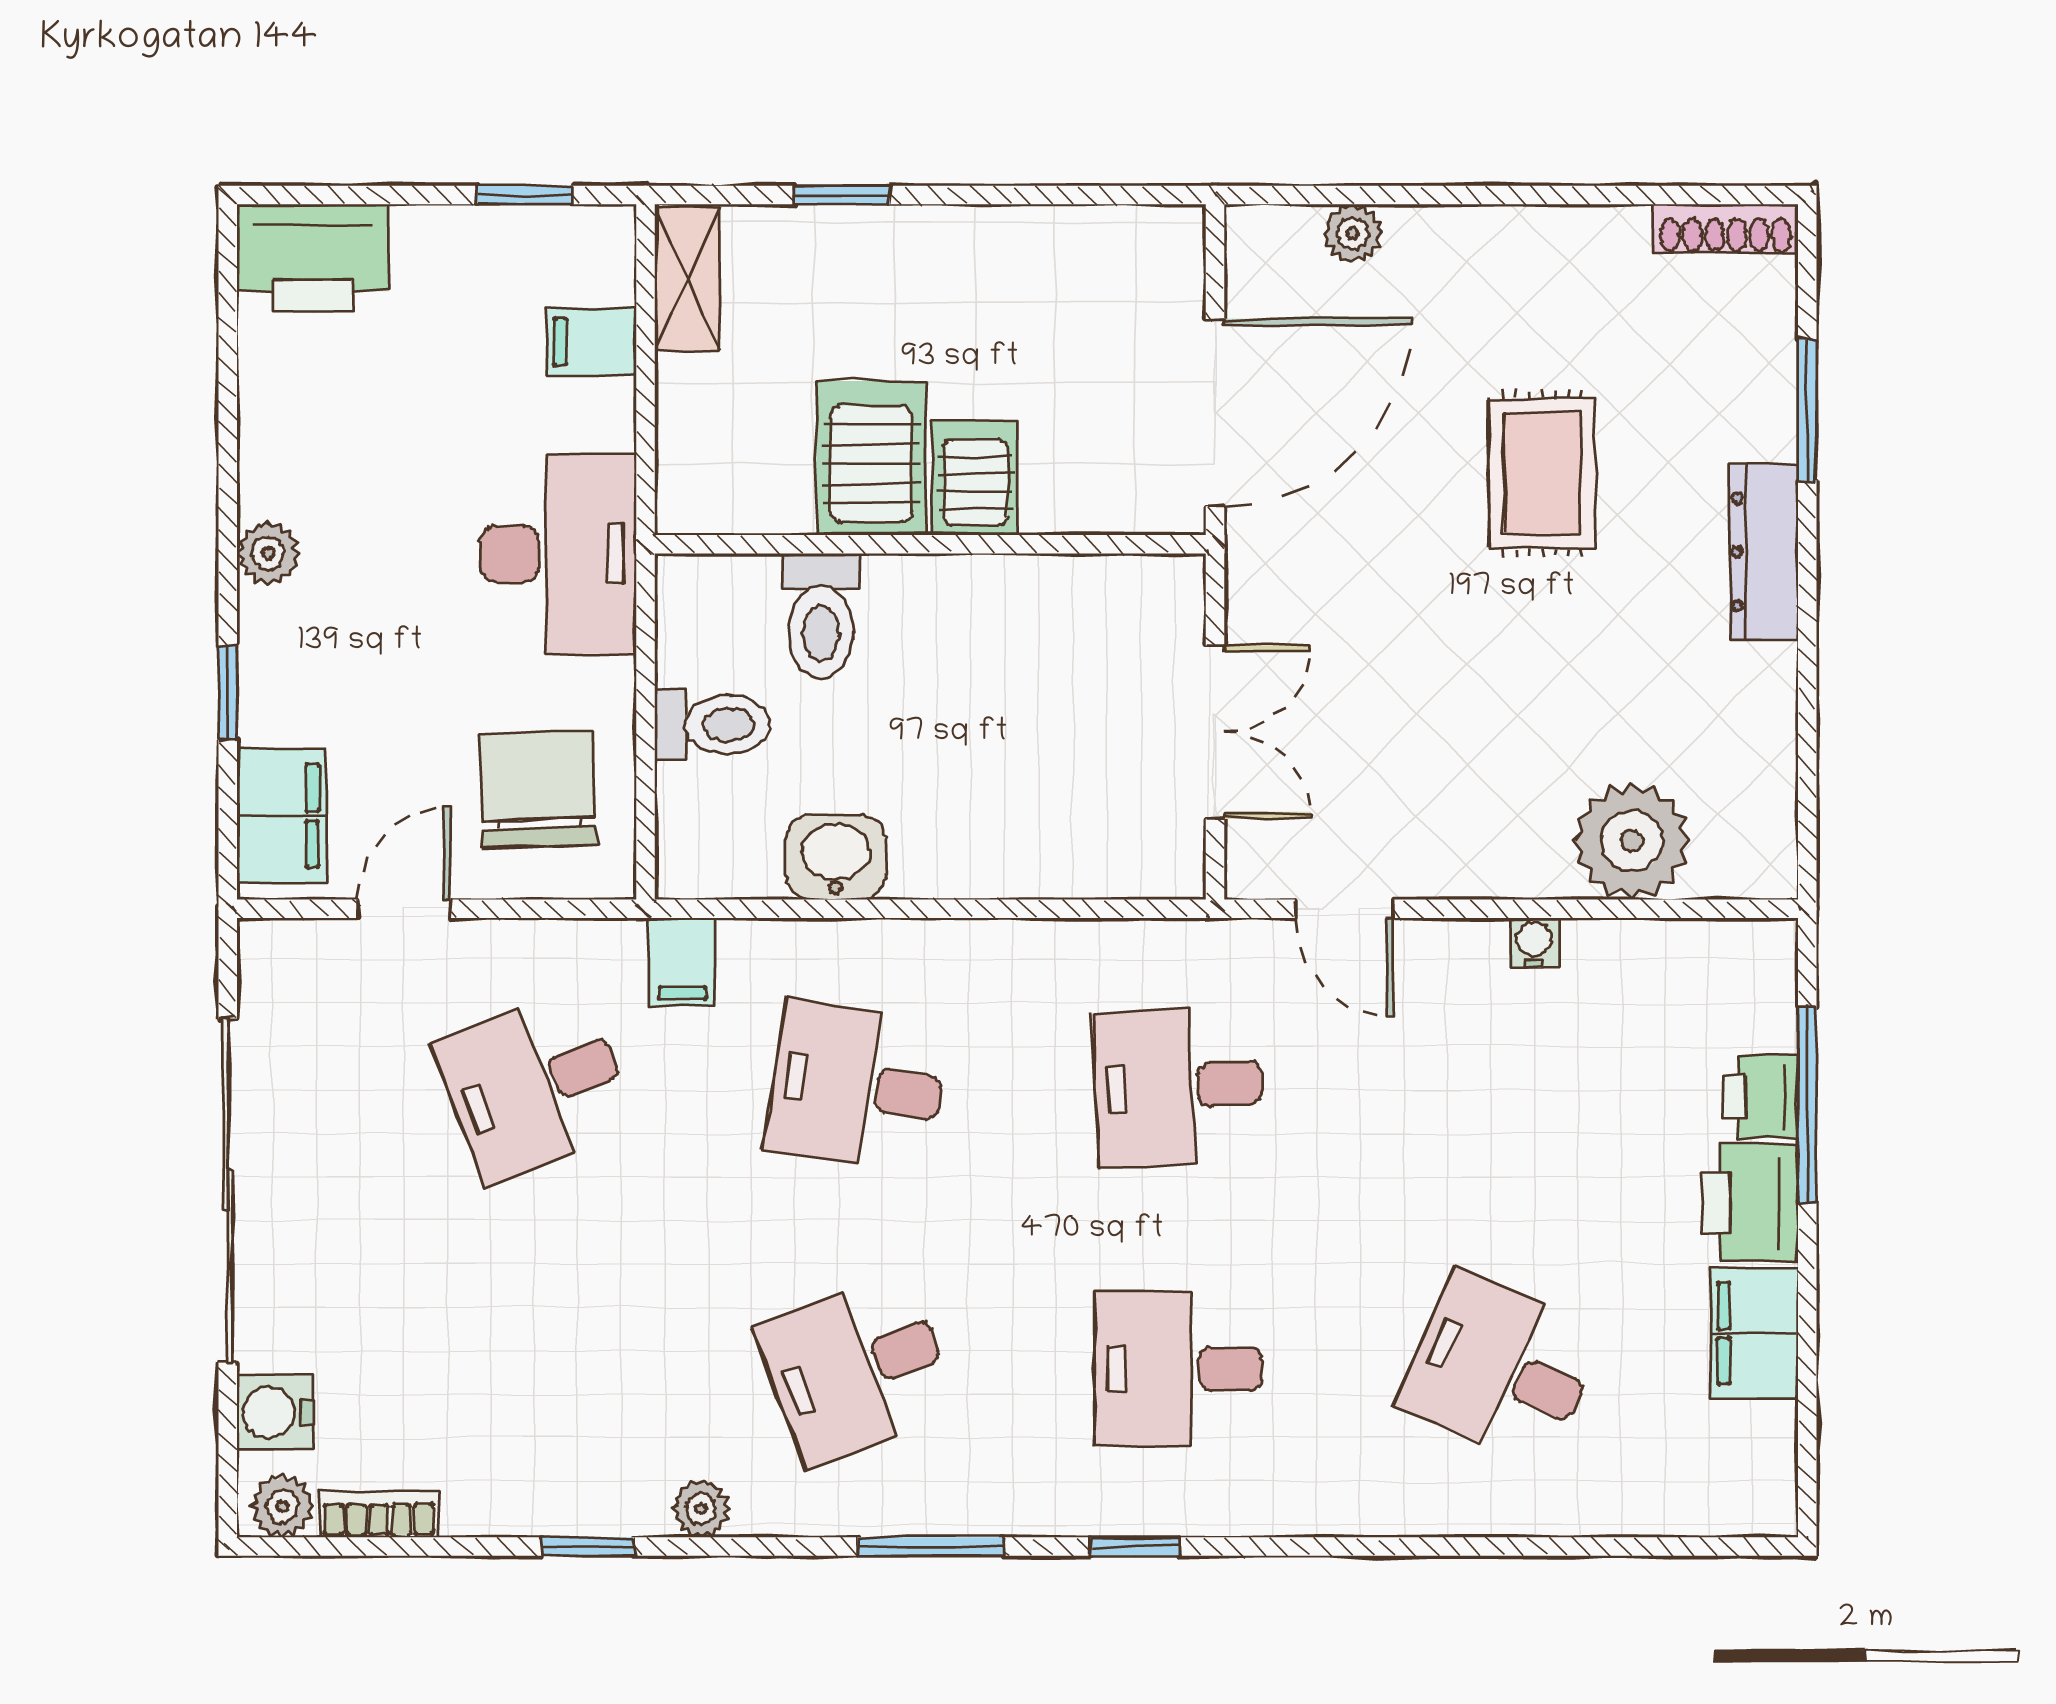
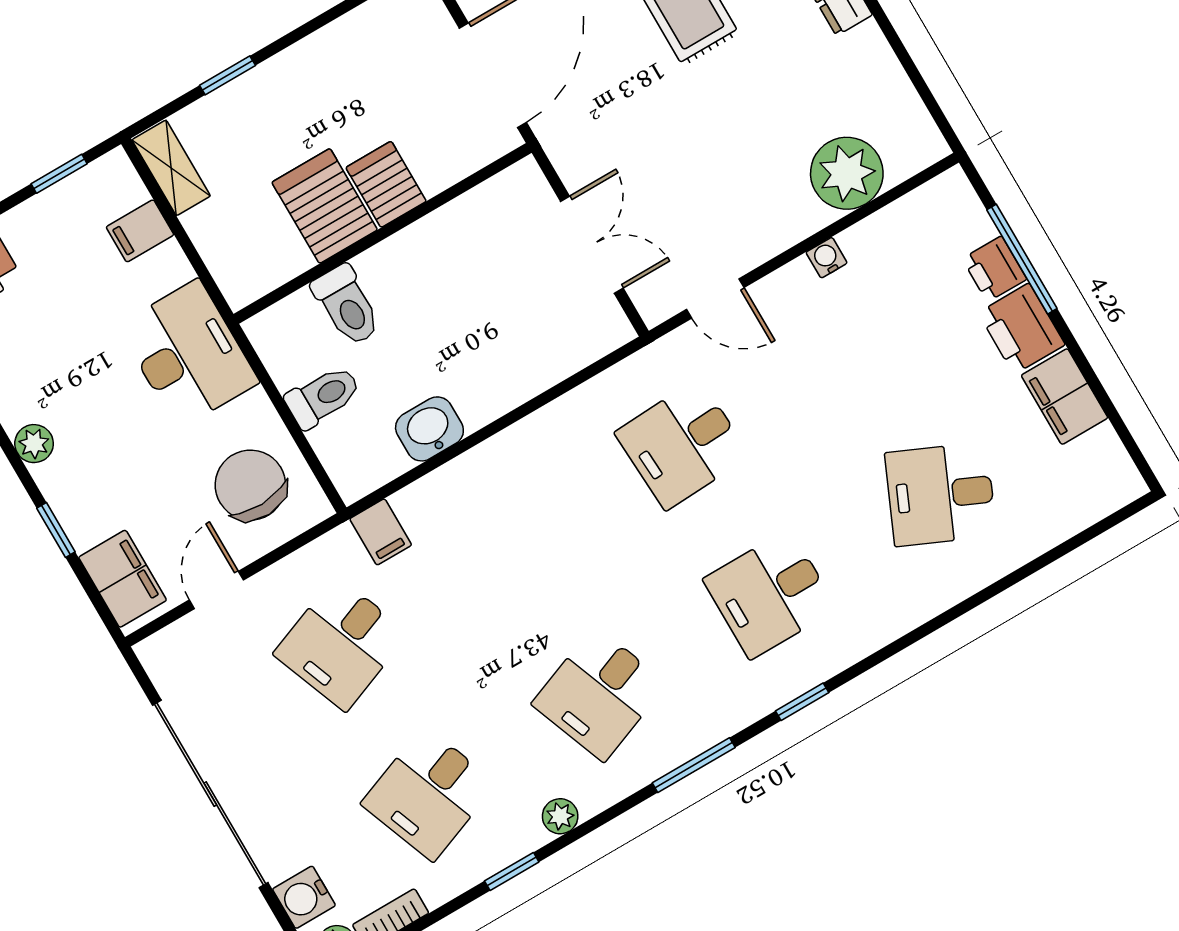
desk: (857, 1086) -> (429, 794), moved, turned -30

